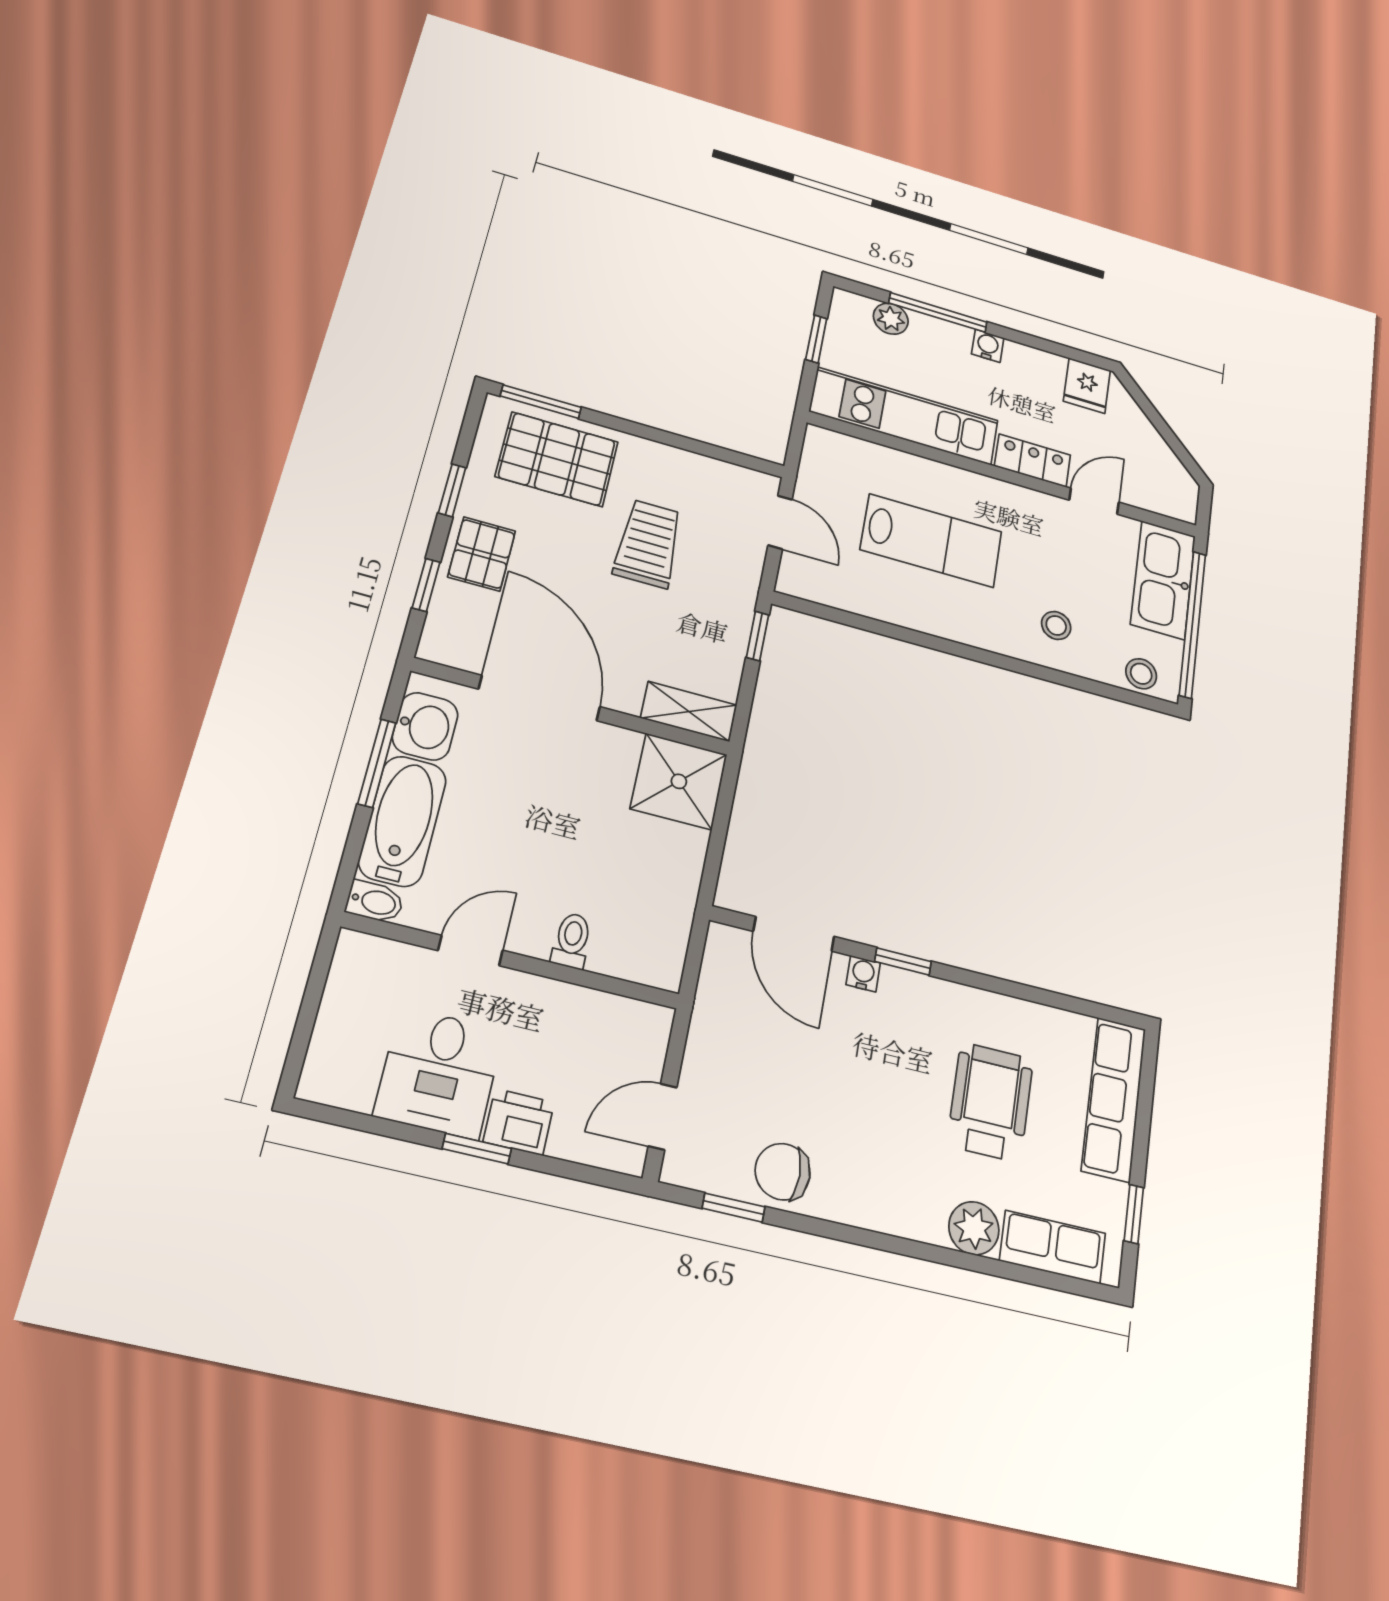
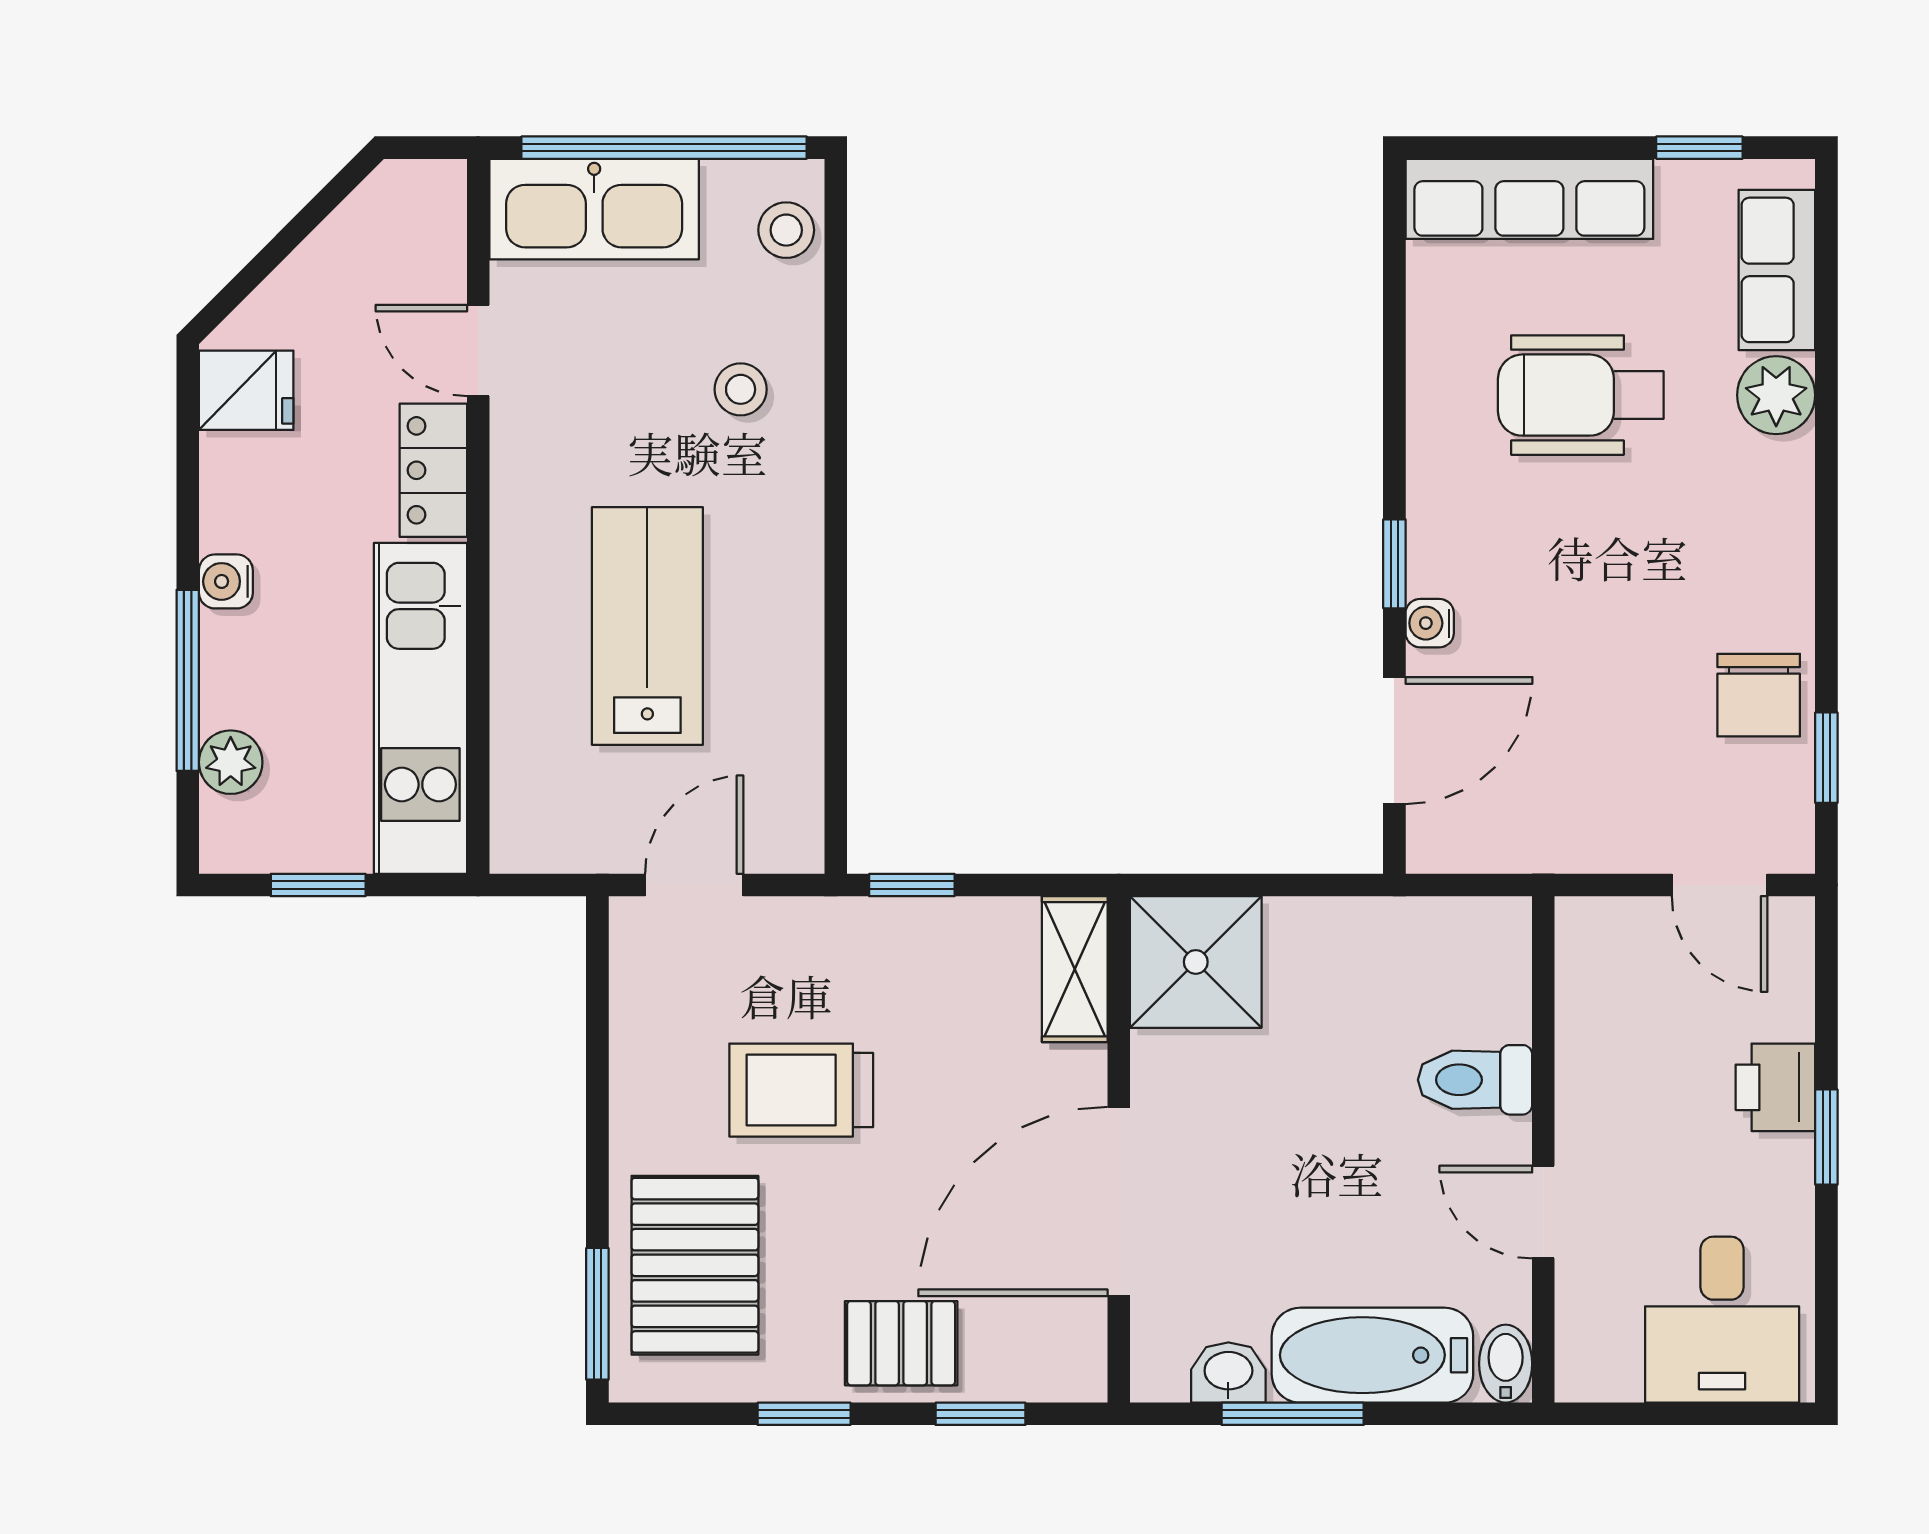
washbasin: (425, 726) -> (1228, 1372), width x0.72, depth x0.69
toilet: (572, 941) -> (1475, 1080), width x1.37, depth x1.39
desk: (439, 1073) -> (1722, 1320), moved, turned 90

